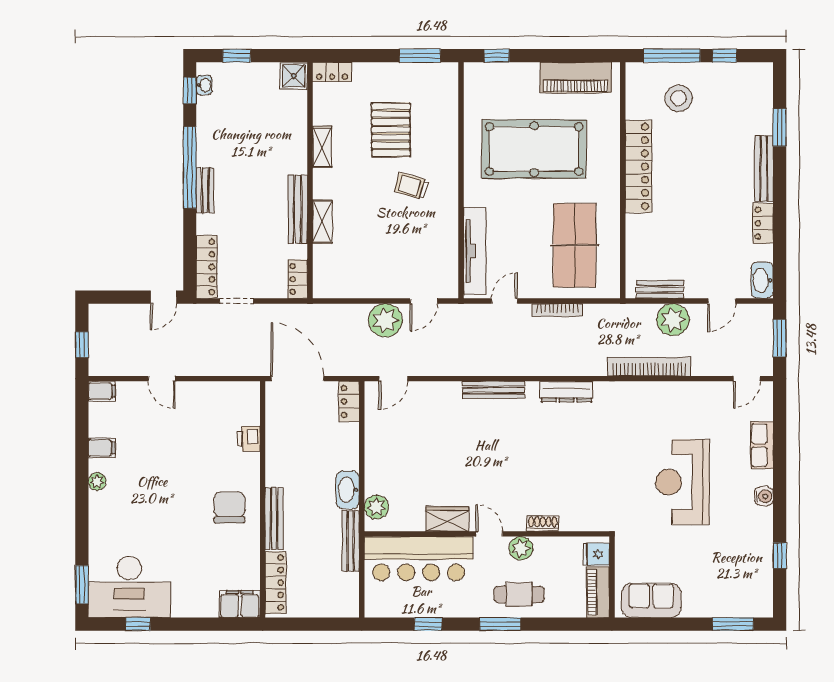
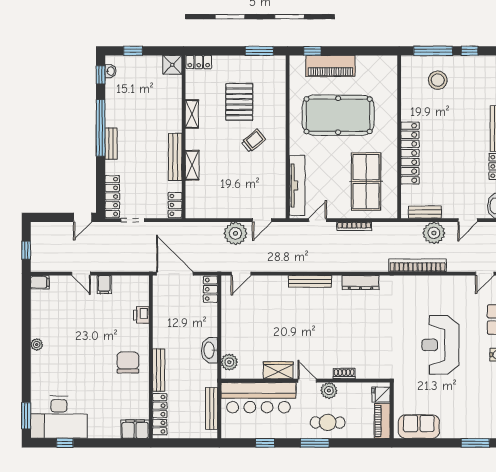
piano: (576, 78) -> (330, 66), moved
locker: (638, 167) -> (410, 153), moved
trolley: (411, 186) -> (253, 141), turned 124
filing cabinet: (102, 448) -> (104, 285), moved, turned 90
bench: (351, 541) -> (212, 408), moved

